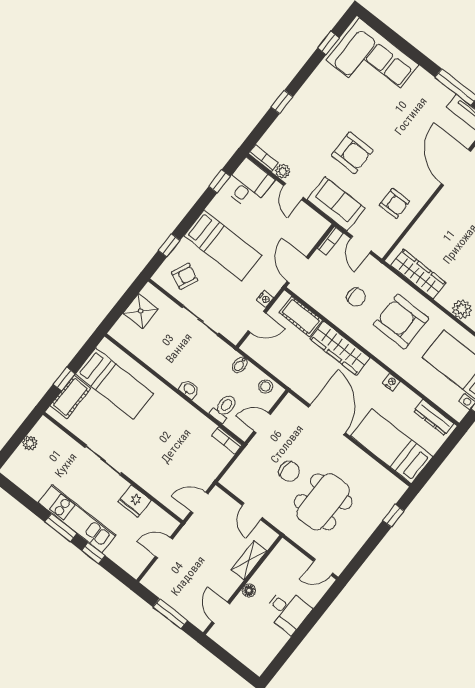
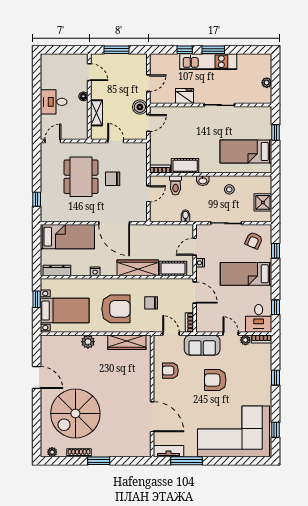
corner sofa: (372, 62) -> (234, 431), width x1.36, depth x1.36
stool: (266, 387) -> (229, 189), moved
cot: (70, 397) -> (185, 166), moved, turned 90
boiler: (195, 528) -> (140, 107), added

